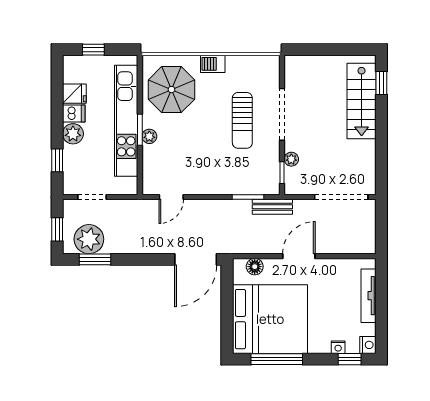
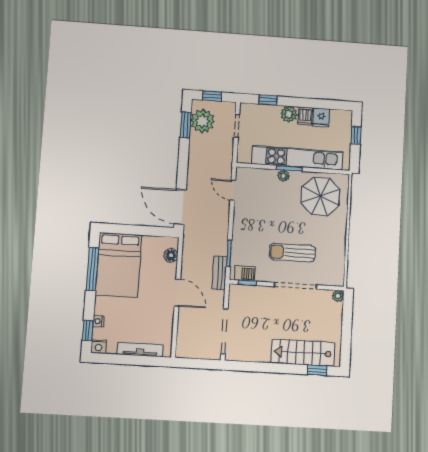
barbecue: (213, 64) -> (245, 274), moved, turned 90
plant: (291, 159) -> (338, 296), moved
bed: (270, 319) -> (119, 265), width x0.73

